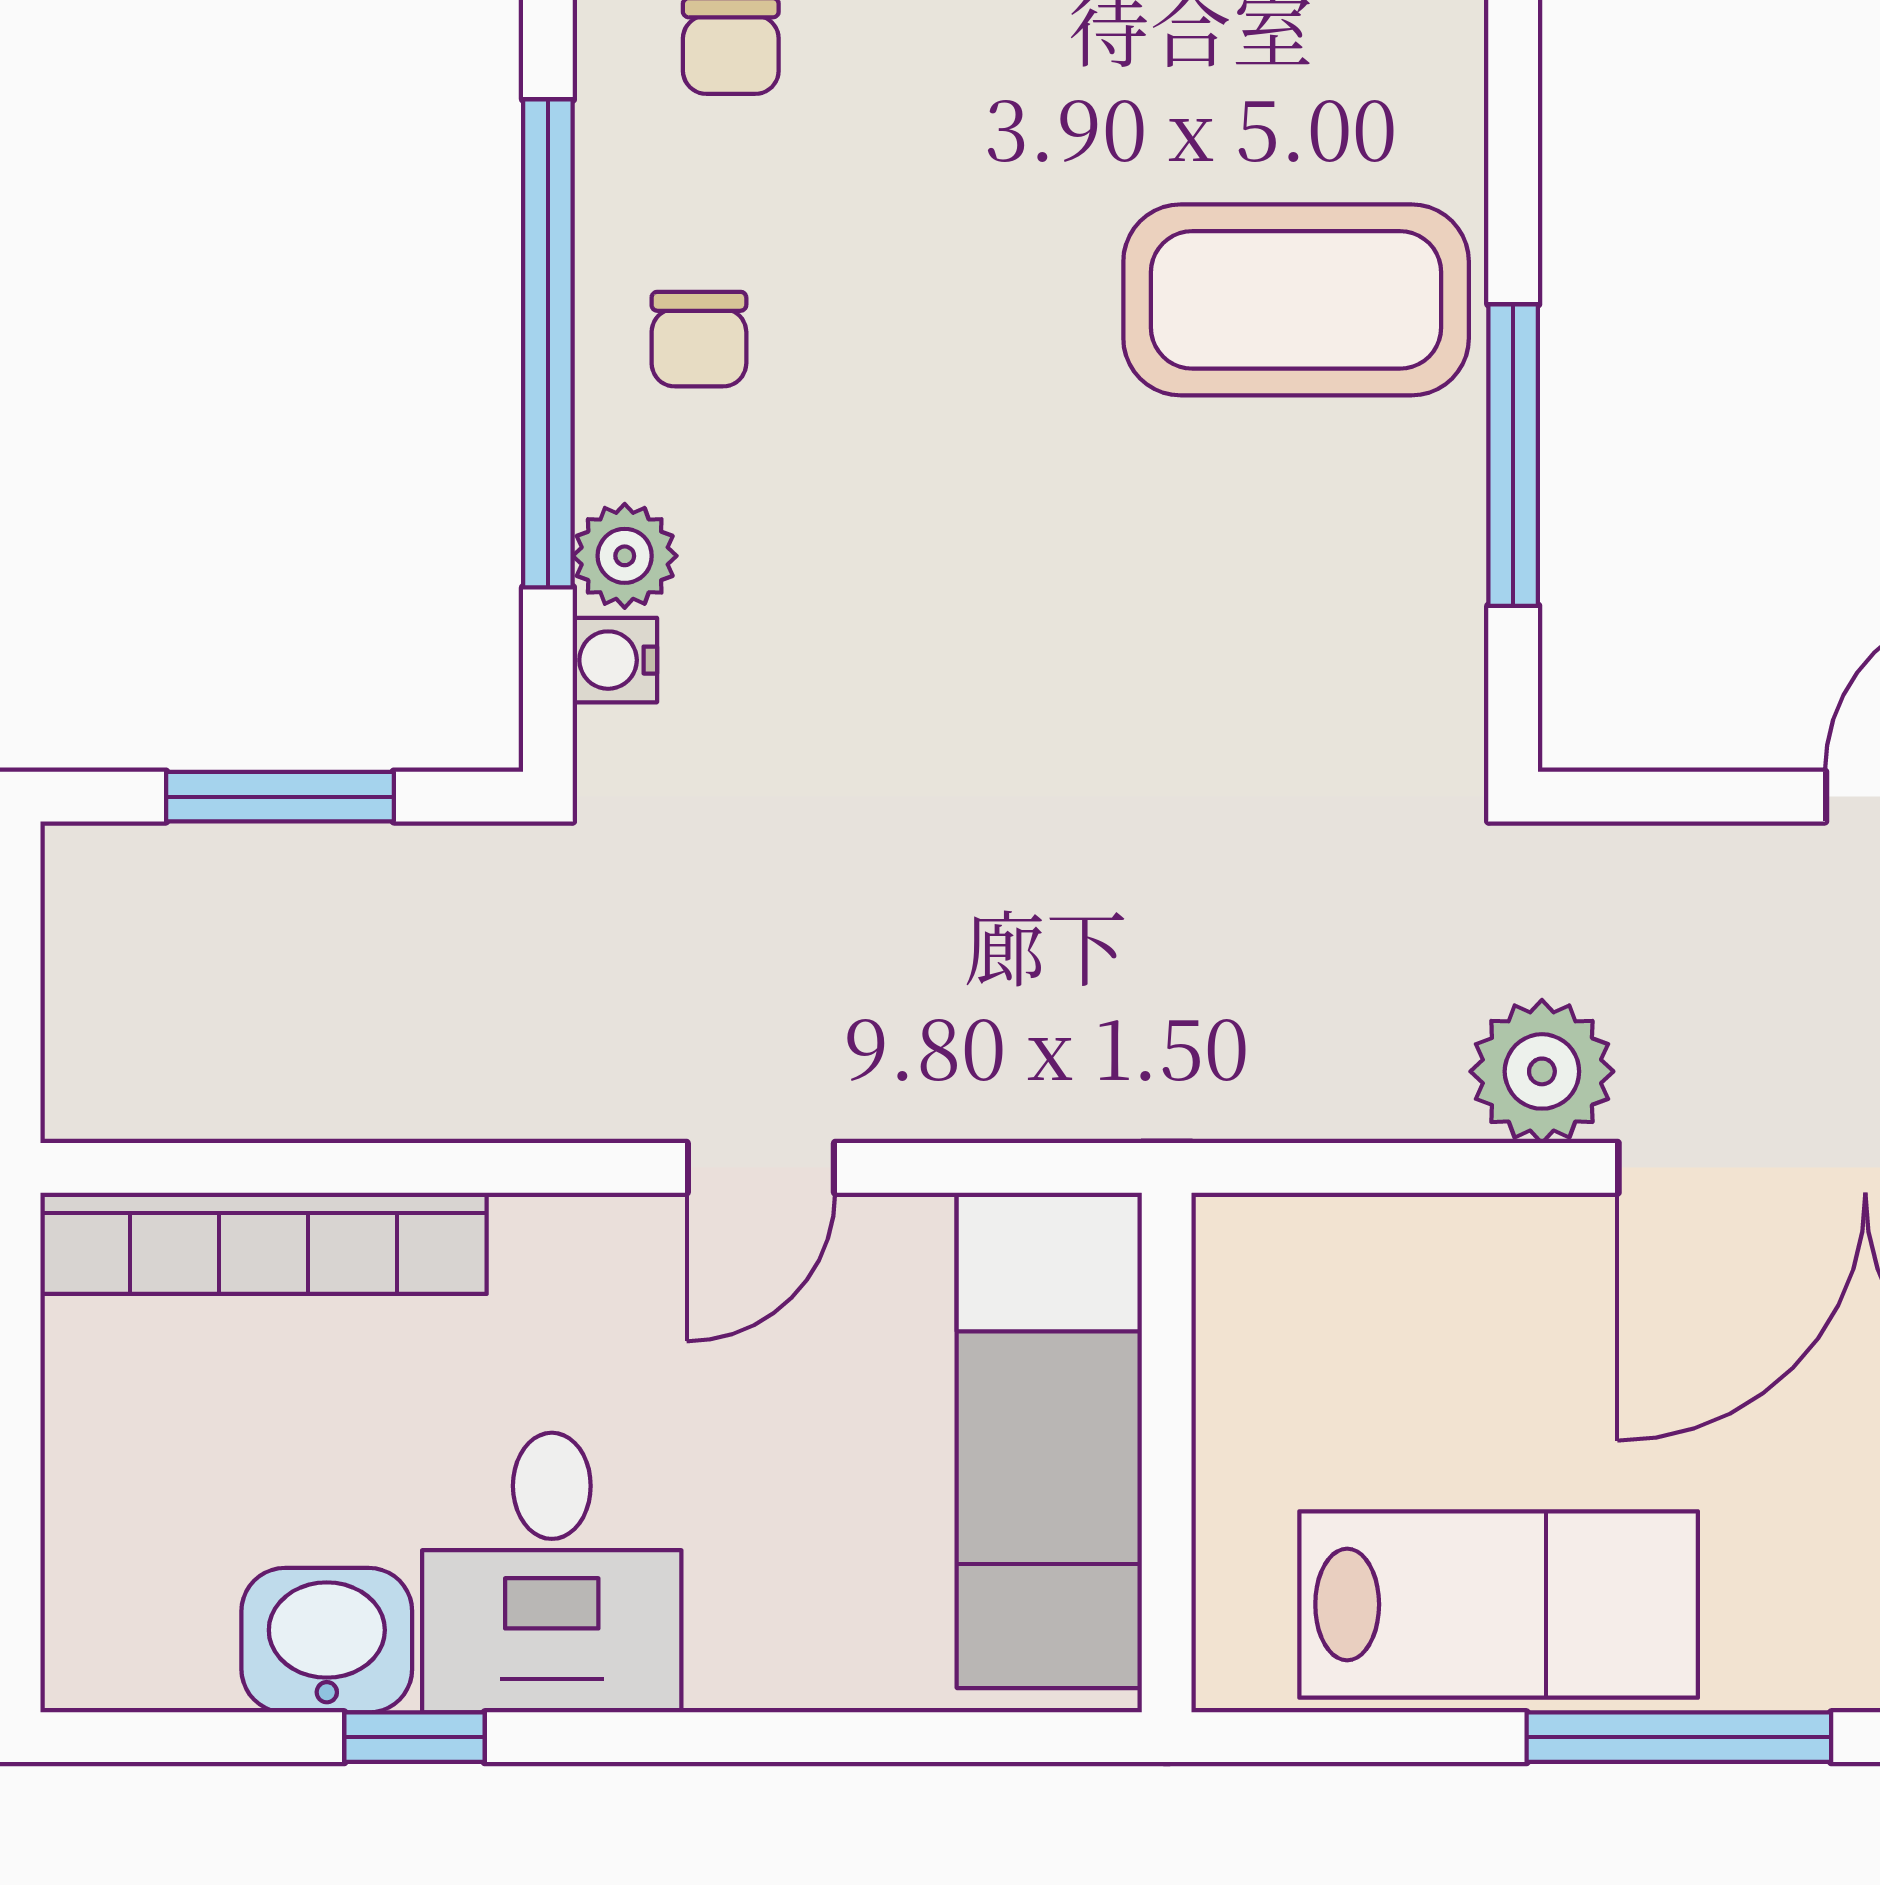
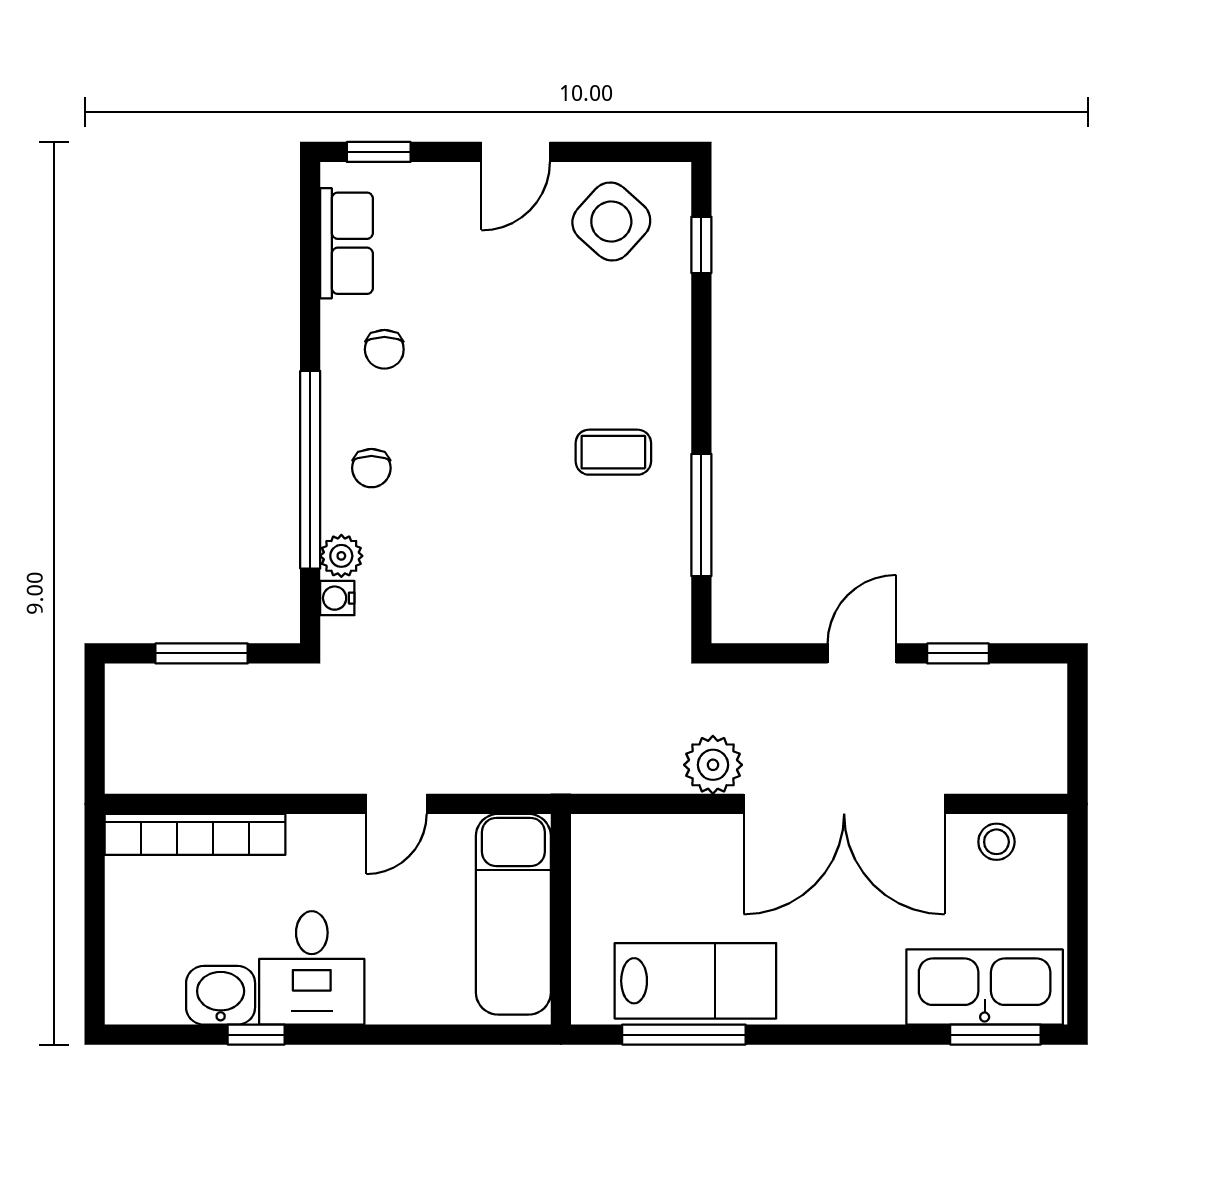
coffee table: (1296, 300) -> (613, 452), width x0.54, depth x0.58
window: (1679, 1737) -> (684, 1035), moved

